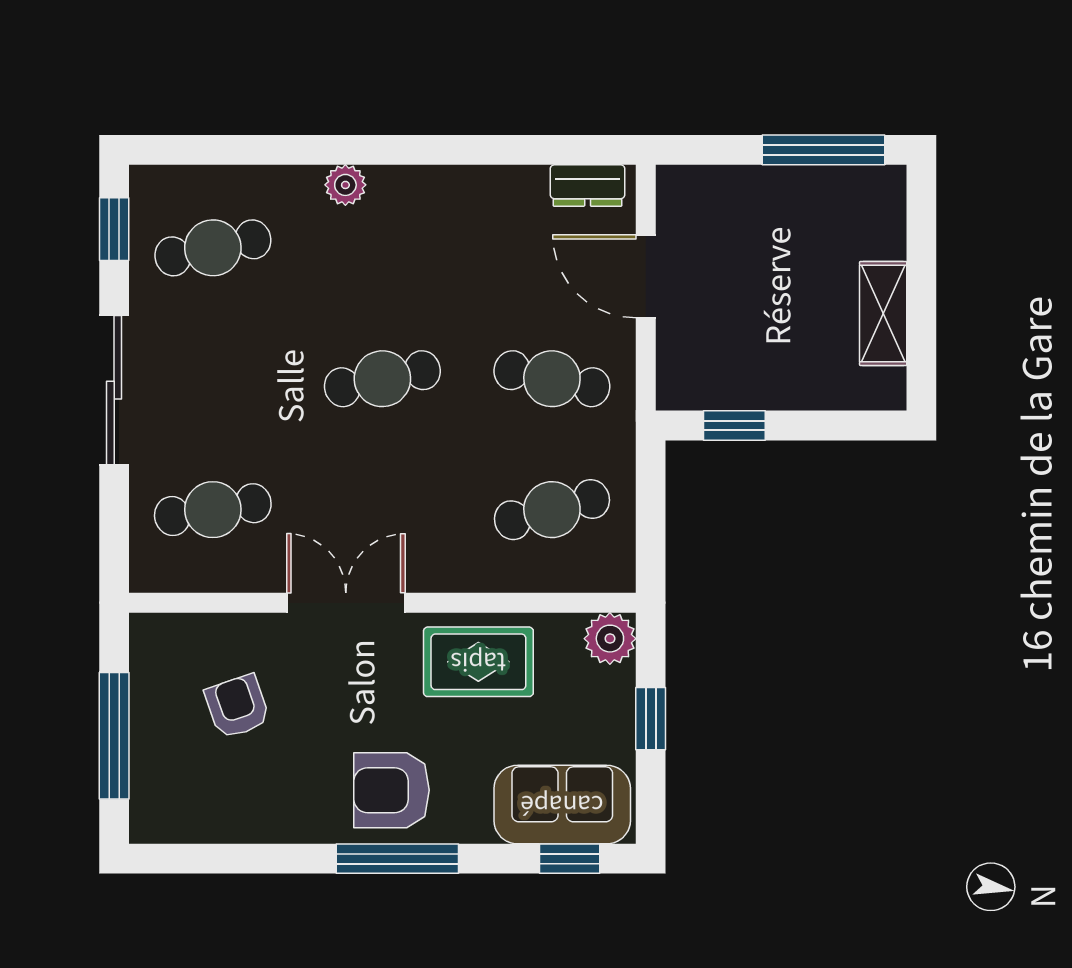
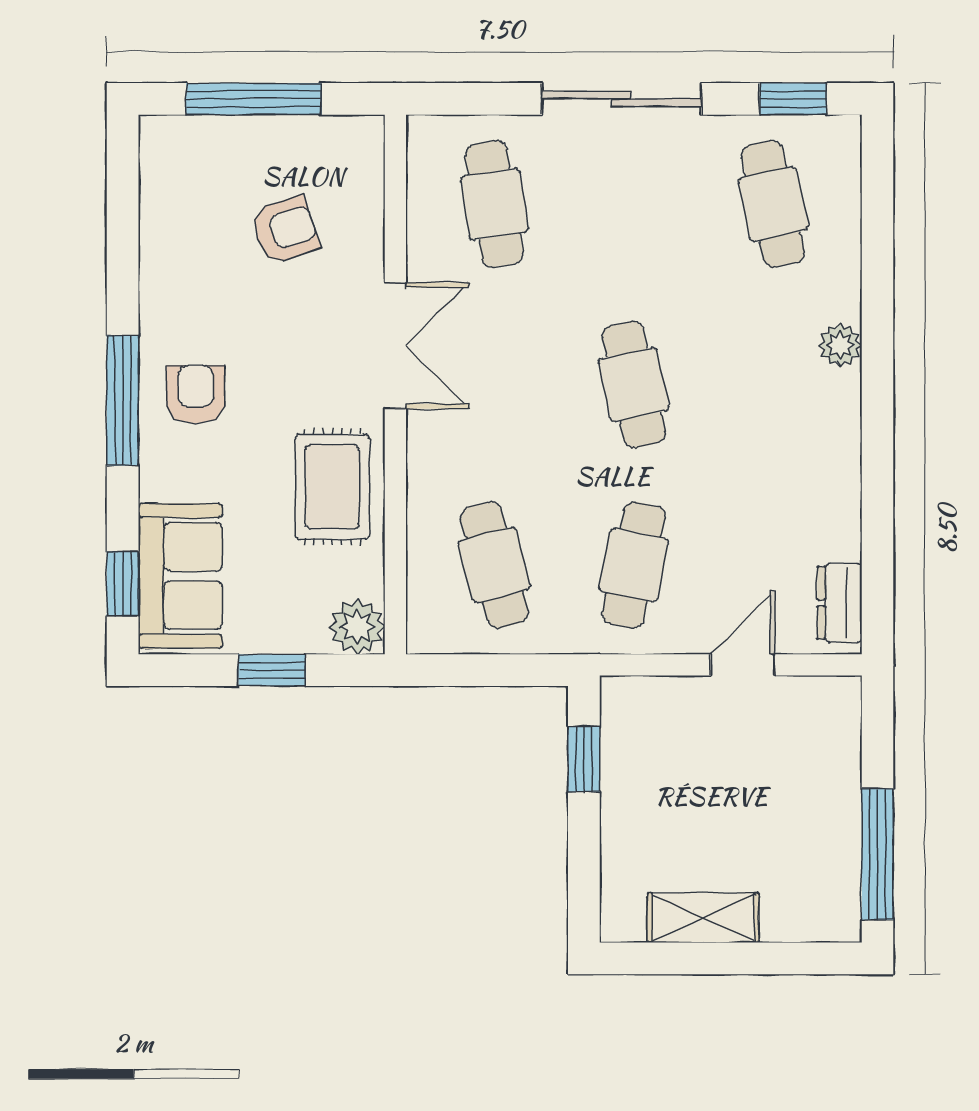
door: (646, 276) -> (743, 665), width x0.73
armchair: (392, 790) -> (196, 394), width x0.72, depth x0.72

